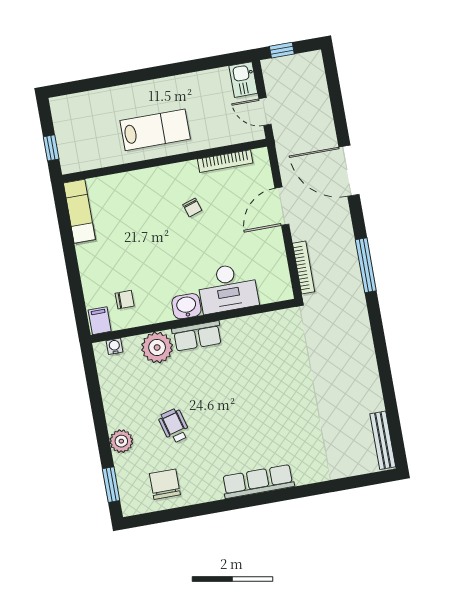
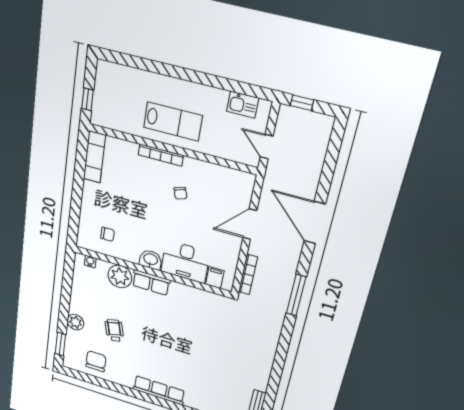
kitchen sink: (243, 80) -> (243, 105), moved, turned -90
bookcase: (225, 161) -> (161, 155), moved
filing cabinet: (100, 321) -> (215, 278), moved

